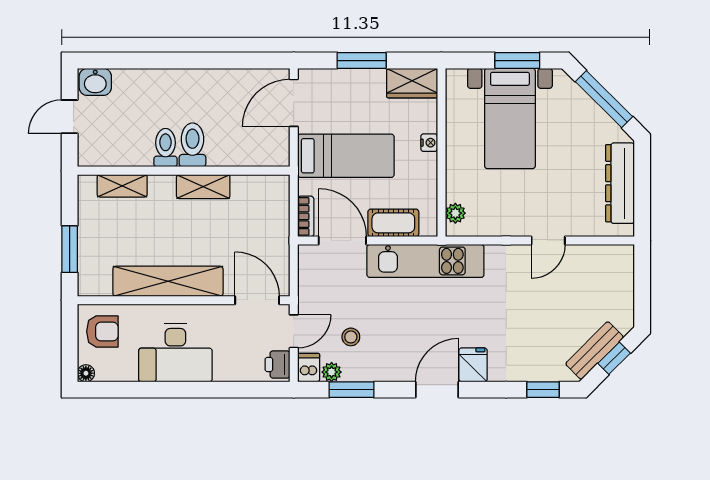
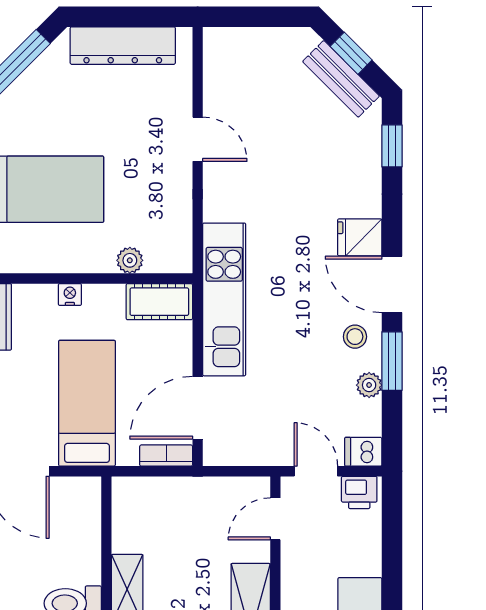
plant: (455, 213) -> (130, 260), moved
cot: (393, 223) -> (159, 302), moved, turned 90
door: (257, 300) -> (275, 519), width x0.73
stool: (351, 337) -> (355, 337), moved
plant: (332, 372) -> (369, 385), moved
window: (351, 390) -> (392, 361), moved

